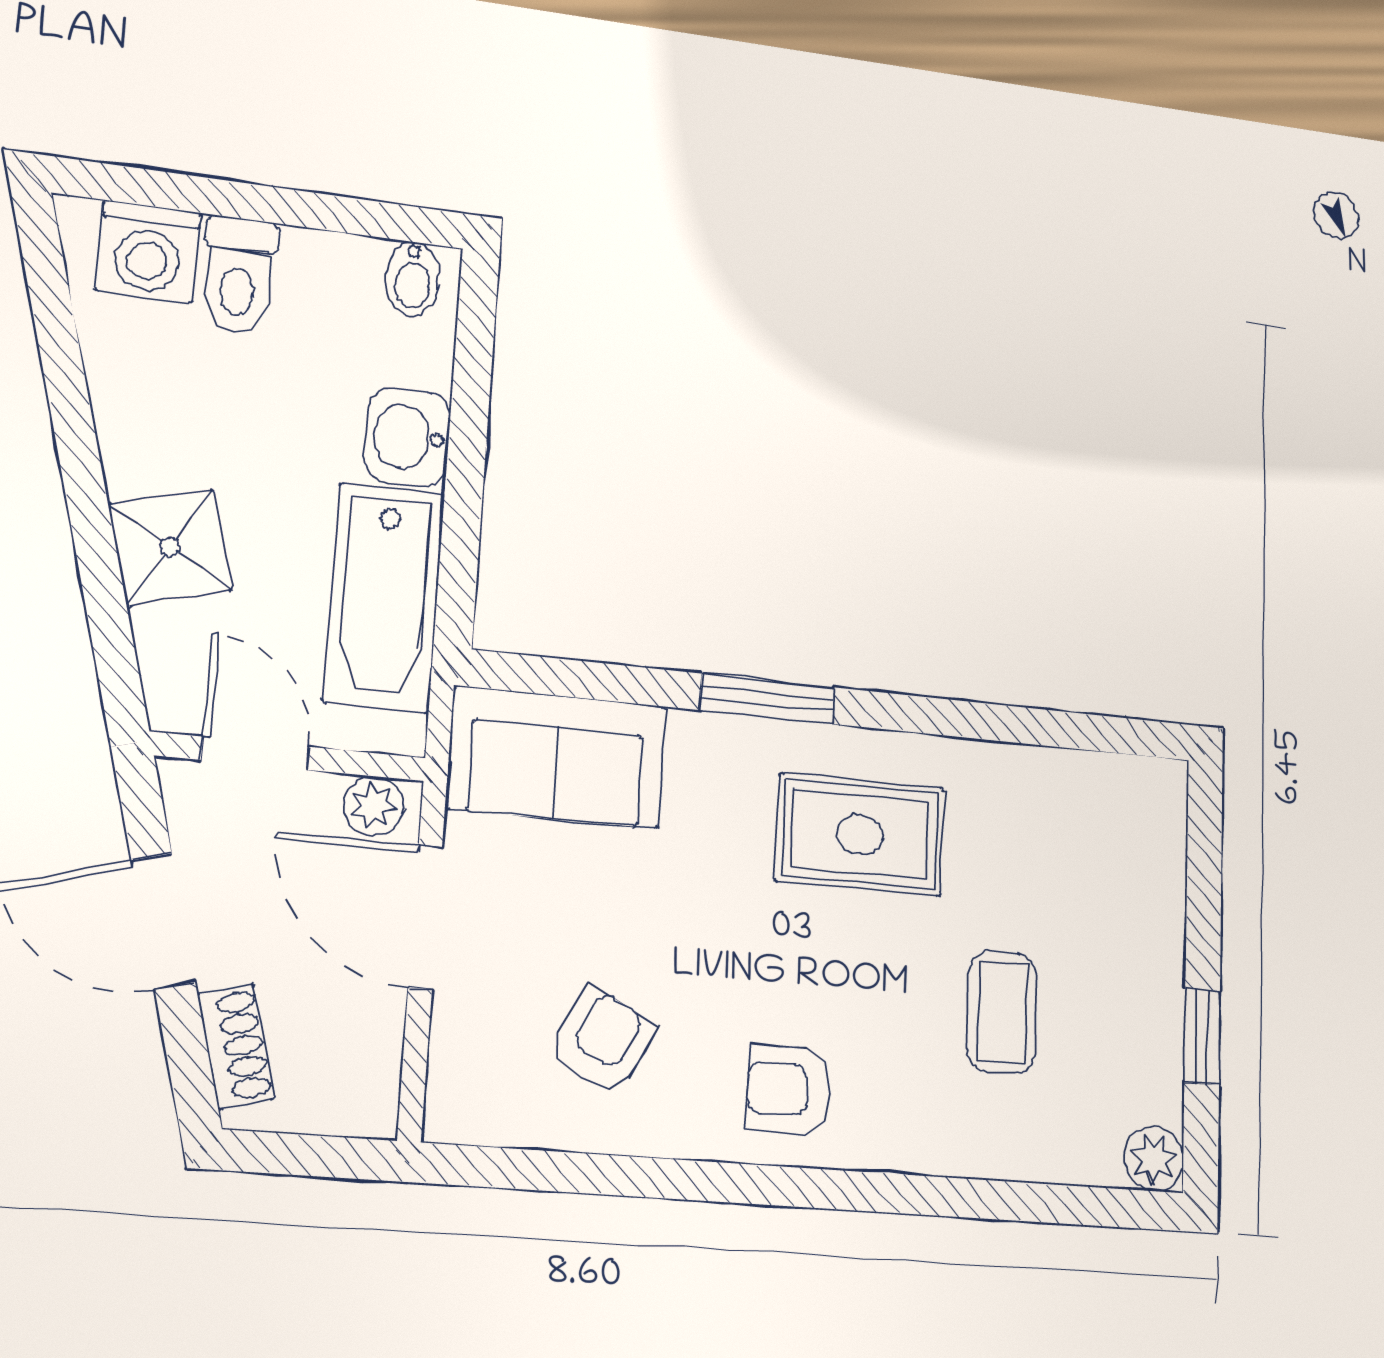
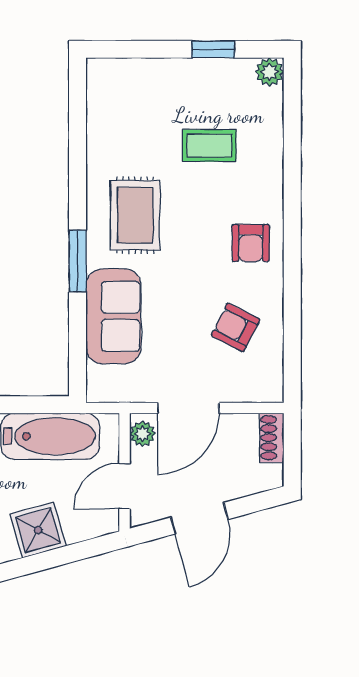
sofa: (556, 757) -> (113, 316), moved
shoe rack: (236, 1046) -> (272, 438), moved, turned -75

